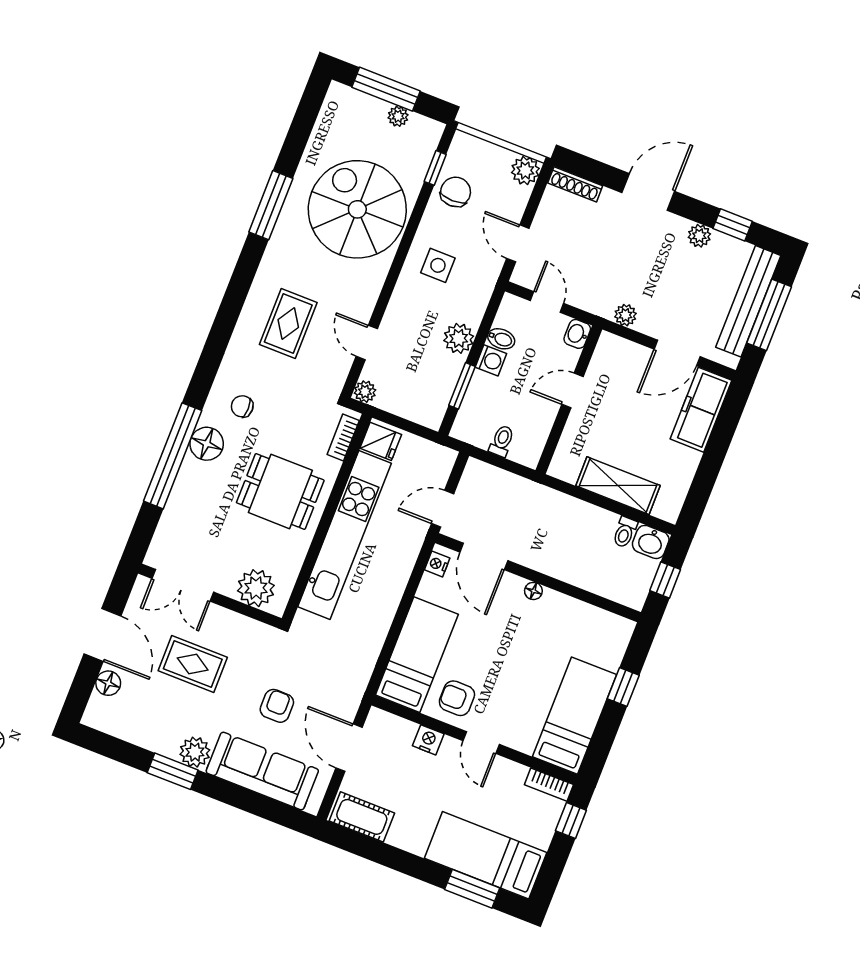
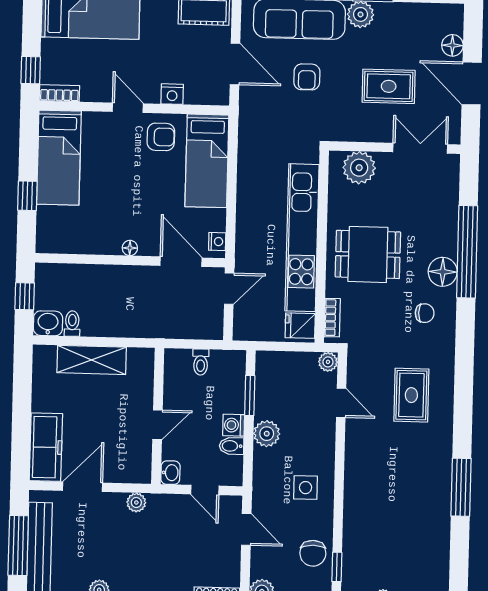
spiral stairs: (357, 209) -> (389, 510), removed

